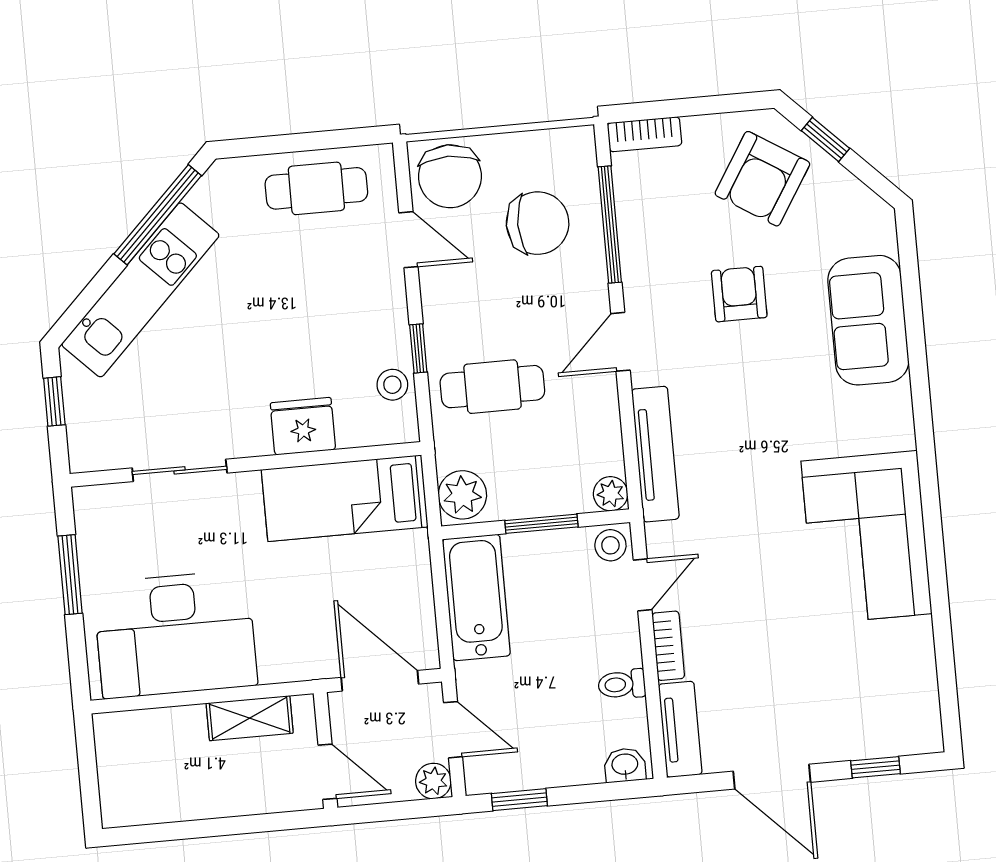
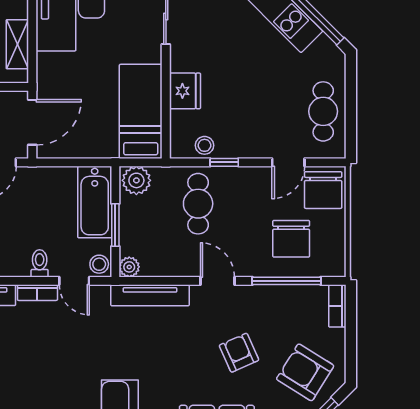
chair: (450, 176) -> (323, 190), turned -90
armchair: (739, 294) -> (239, 353), turned -114
bathtub: (476, 597) -> (95, 202), moved, turned 90
toilet: (622, 684) -> (40, 263), moved

